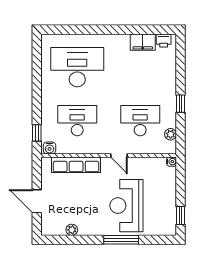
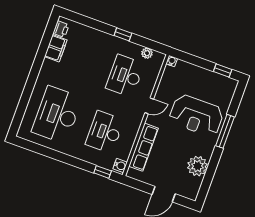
plant: (72, 230) -> (197, 166), width x1.88, depth x1.88

